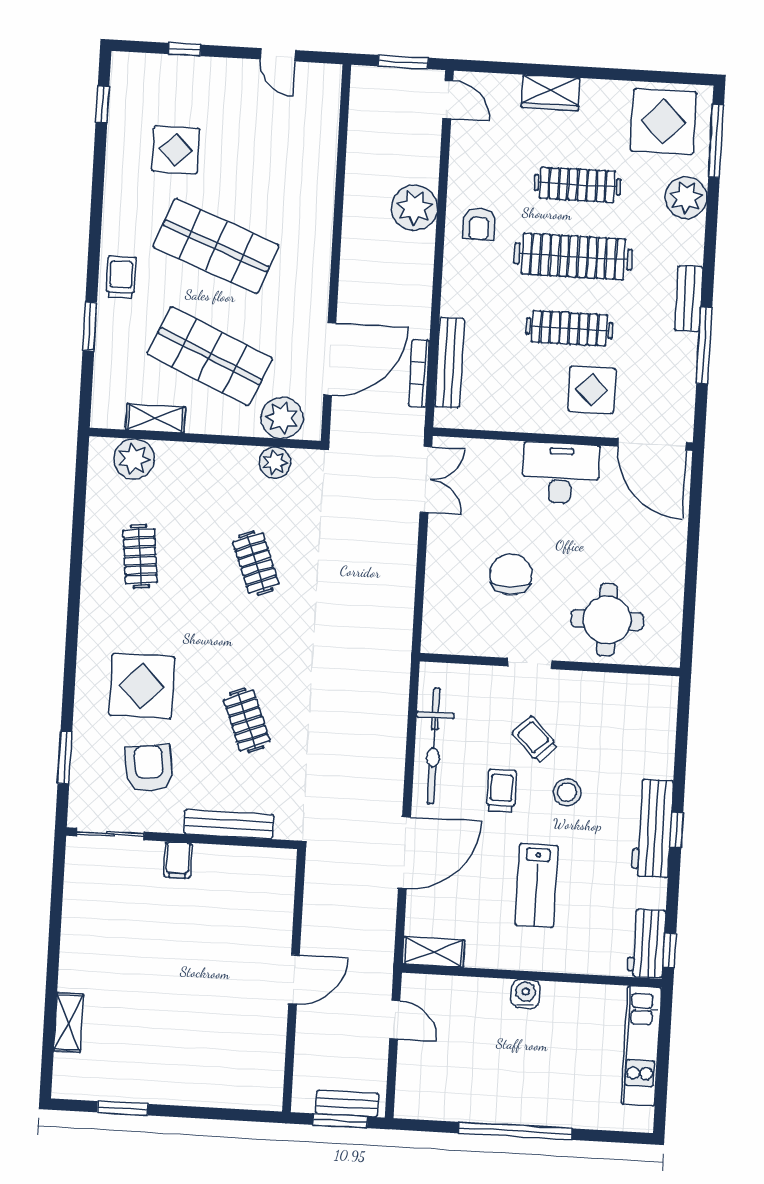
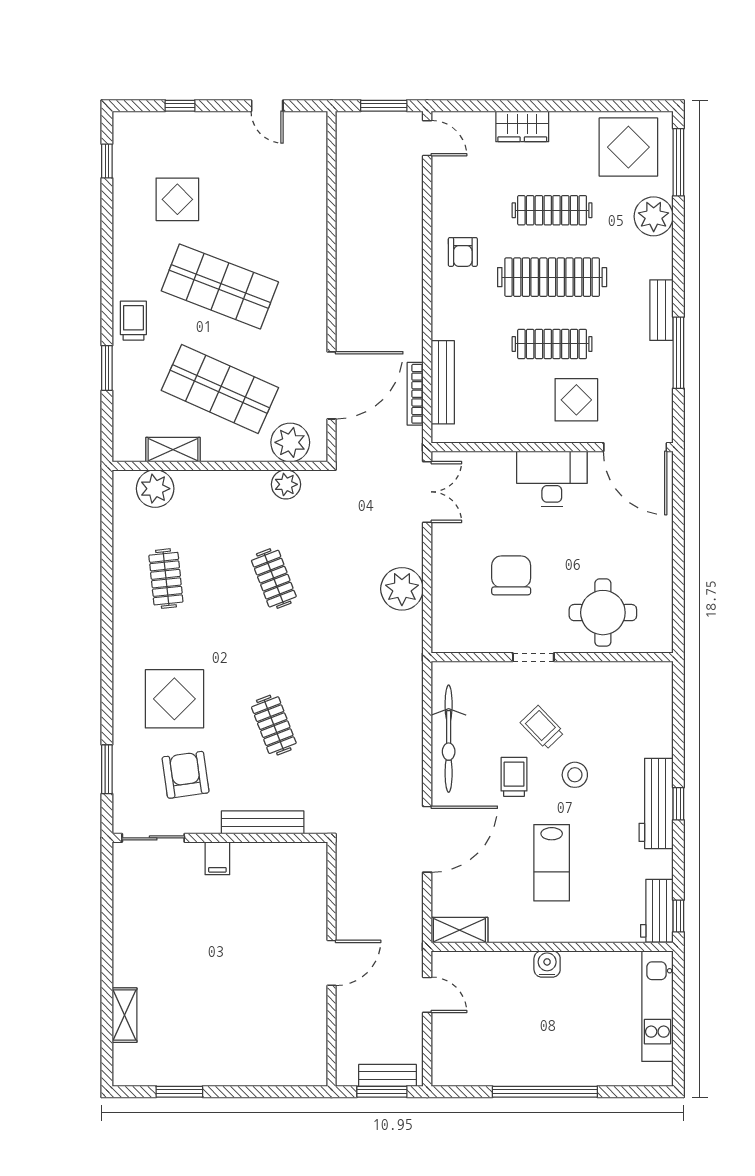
plant: (414, 208) -> (402, 589), moved

